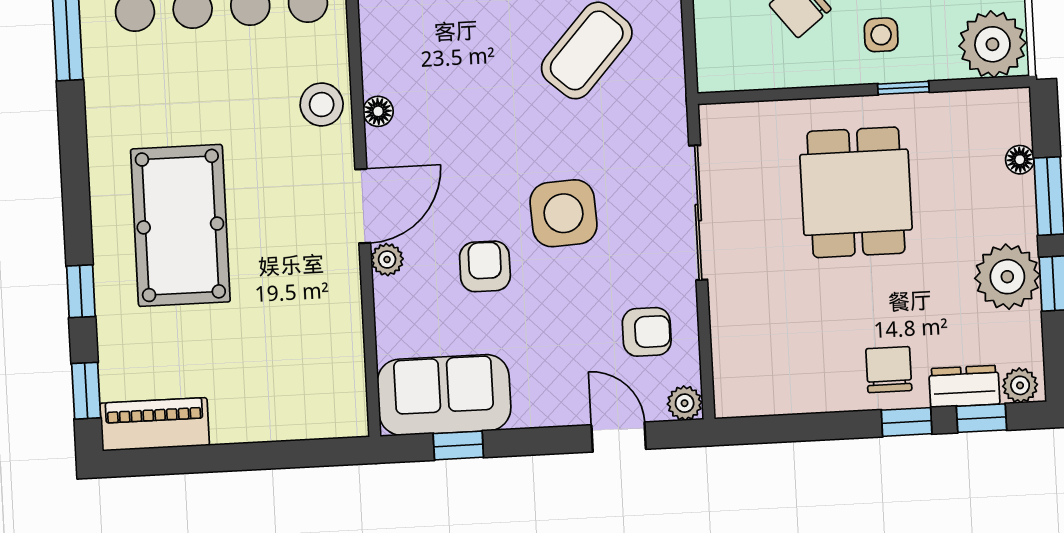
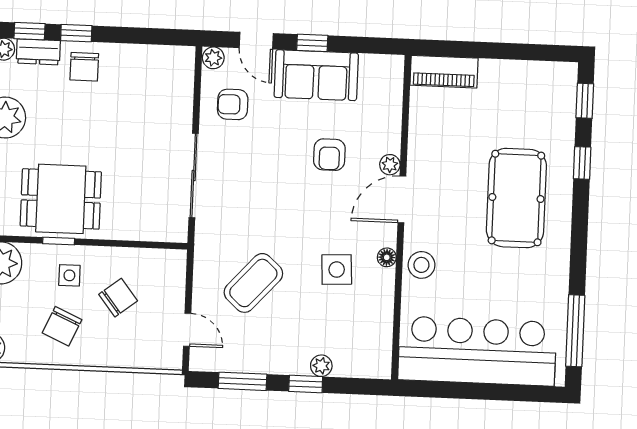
dining table: (856, 192) -> (61, 199), moved, turned 90
side table: (564, 213) -> (337, 270), moved, width x0.73, depth x0.73
sofa: (444, 395) -> (316, 75), moved
piano: (155, 424) -> (444, 72), moved
window: (458, 445) -> (312, 43), moved

